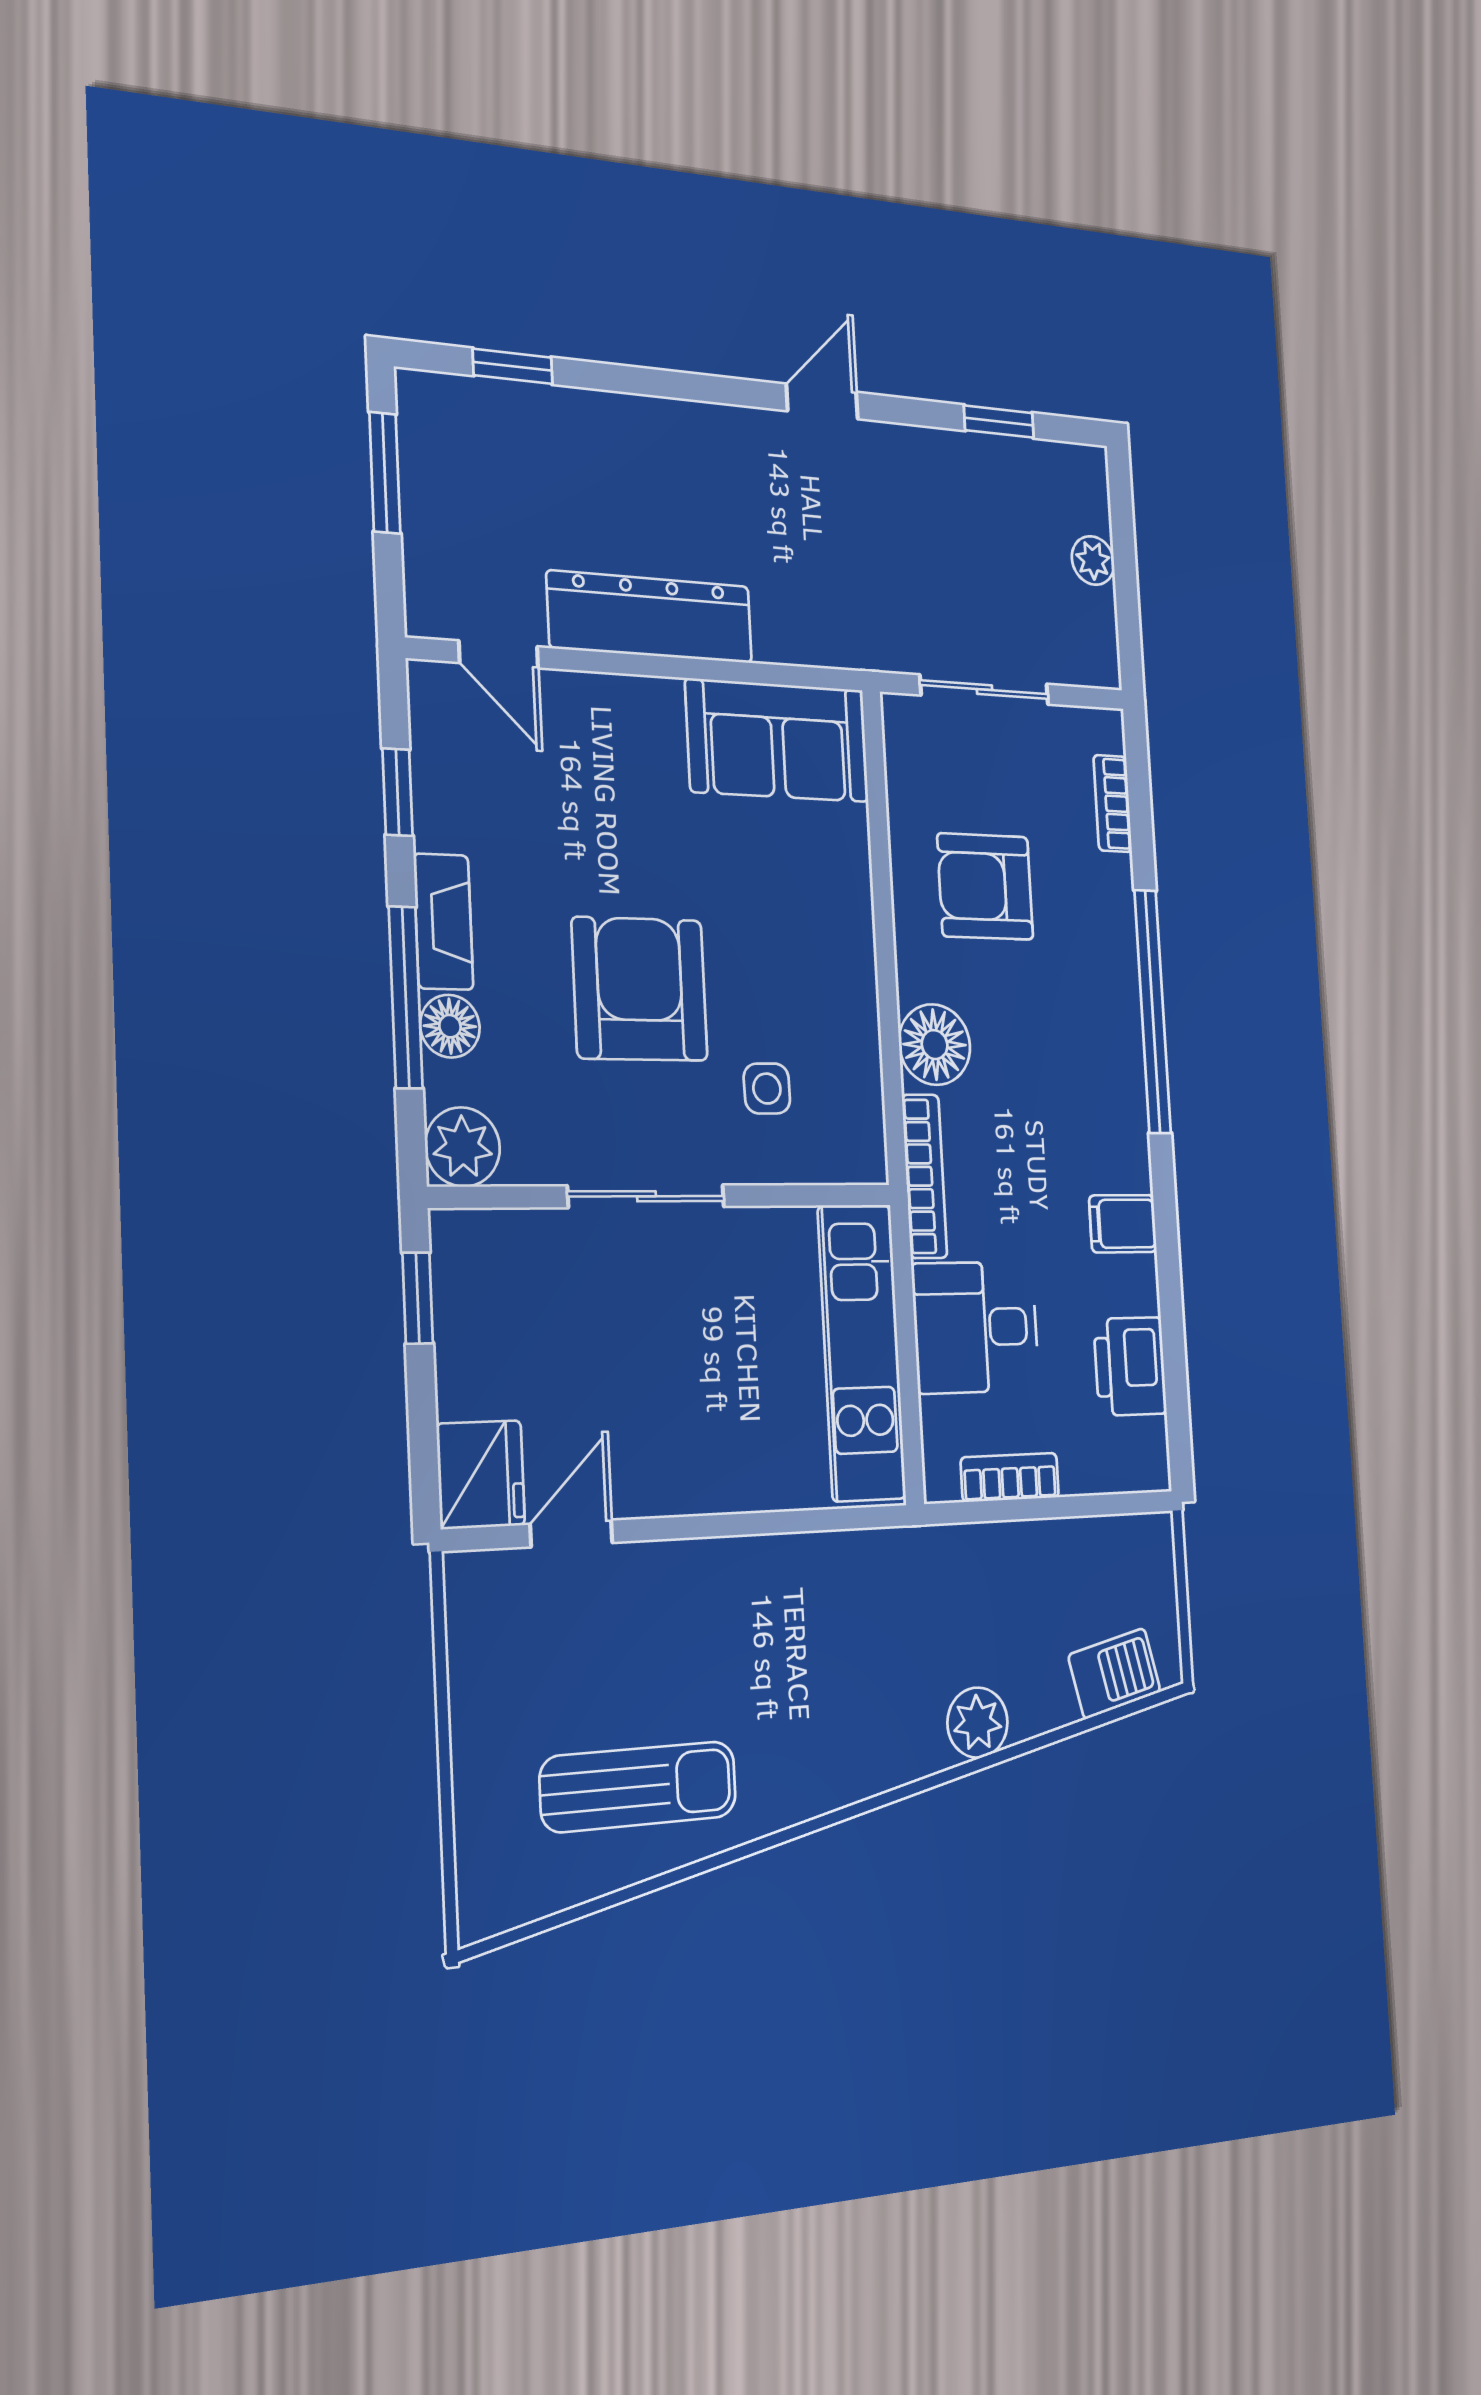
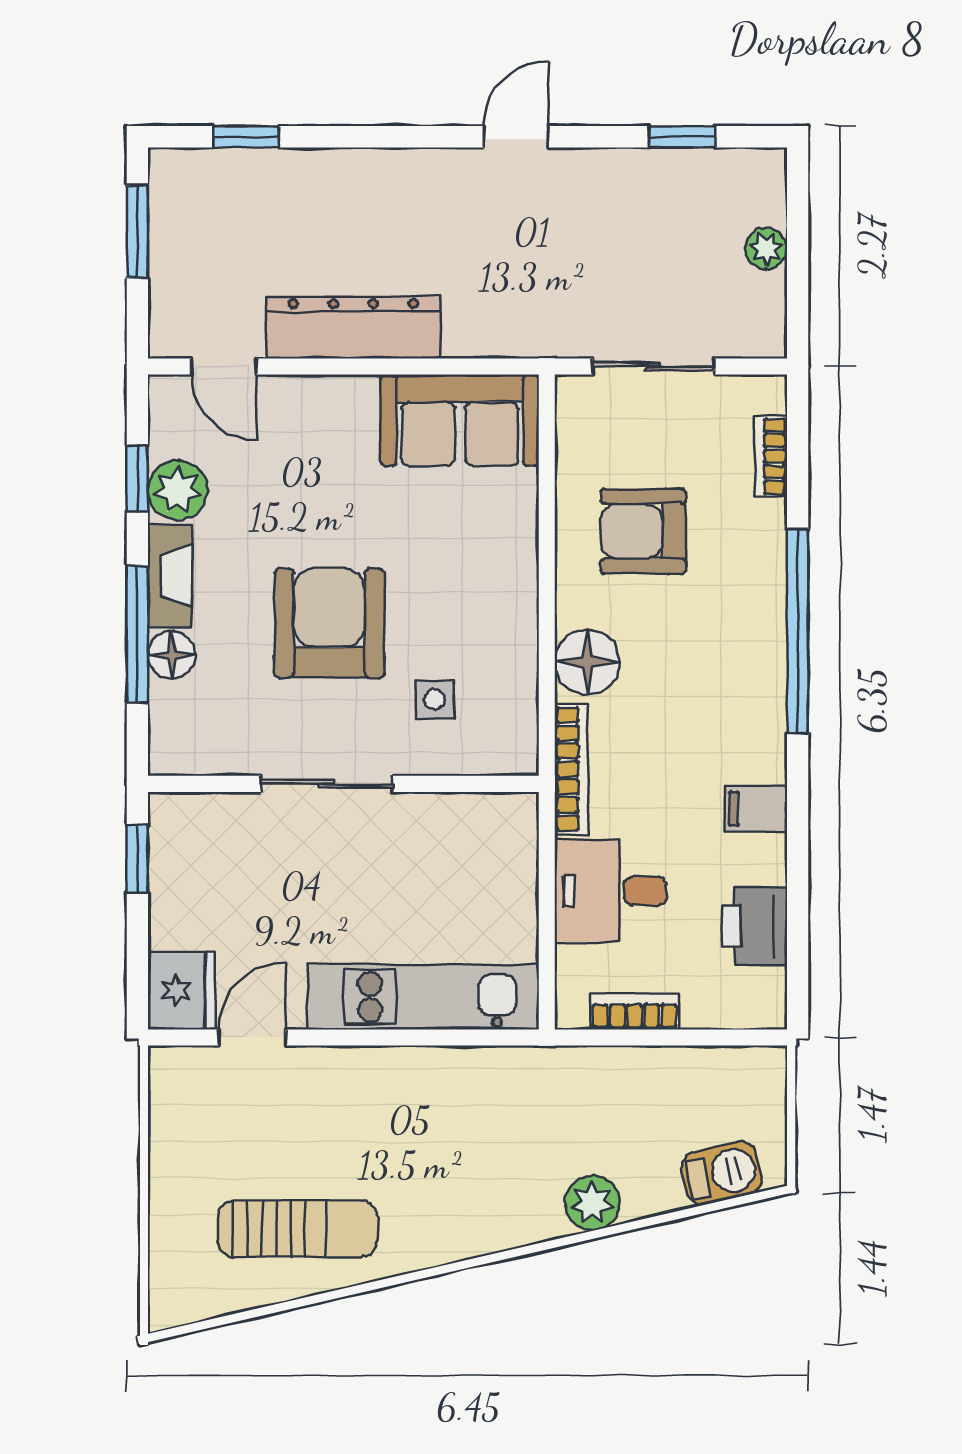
plant: (463, 1147) -> (178, 490), moved
kitchen unit: (862, 1353) -> (423, 997), moved, turned 90

